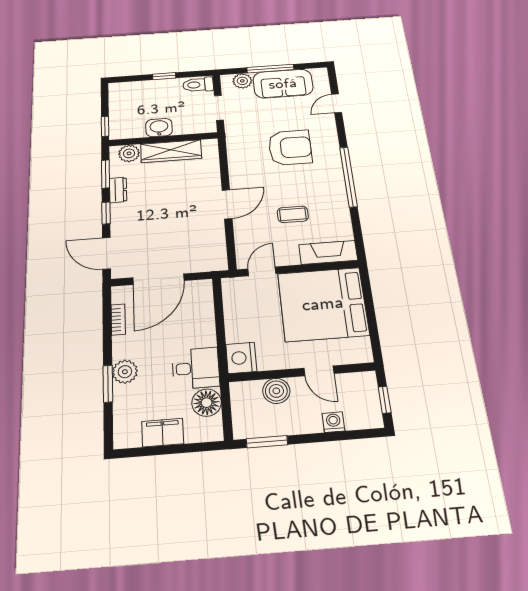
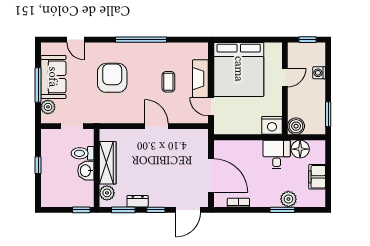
toilet: (198, 85) -> (83, 153), moved, turned 90
fireplace: (328, 252) -> (200, 79), moved
plant: (125, 372) -> (288, 199), moved
boiler: (276, 391) -> (296, 126), moved

